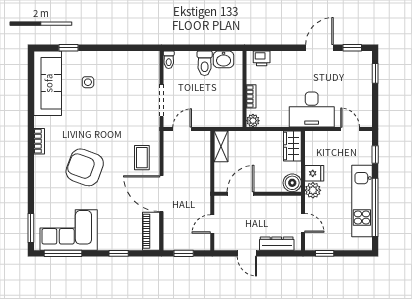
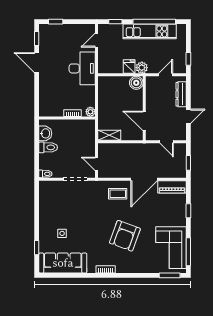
printer: (262, 58) -> (44, 105), removed
wardrobe: (292, 146) -> (109, 83), removed

